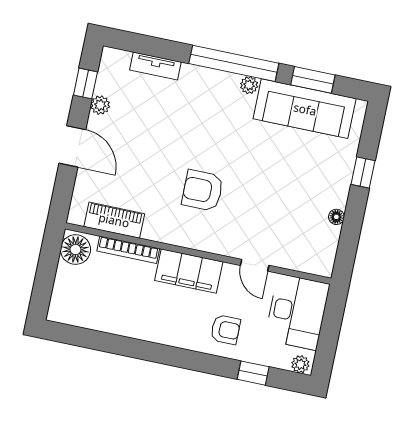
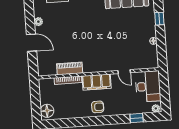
window: (85, 83) -> (29, 14), removed
armchair: (203, 190) -> (93, 46), removed
piano: (114, 220) -> (70, 68), moved
floor lamp: (75, 250) -> (47, 111), moved
armchair: (226, 330) -> (98, 107), moved

